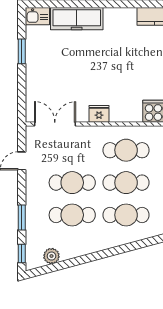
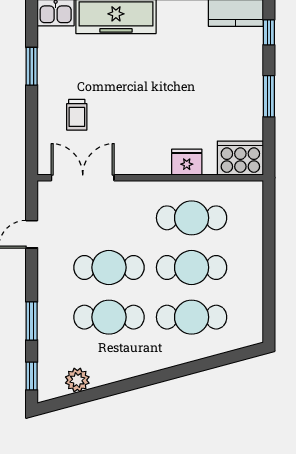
trolley: (51, 83) -> (77, 115), added
fridge: (99, 114) -> (187, 162), moved

